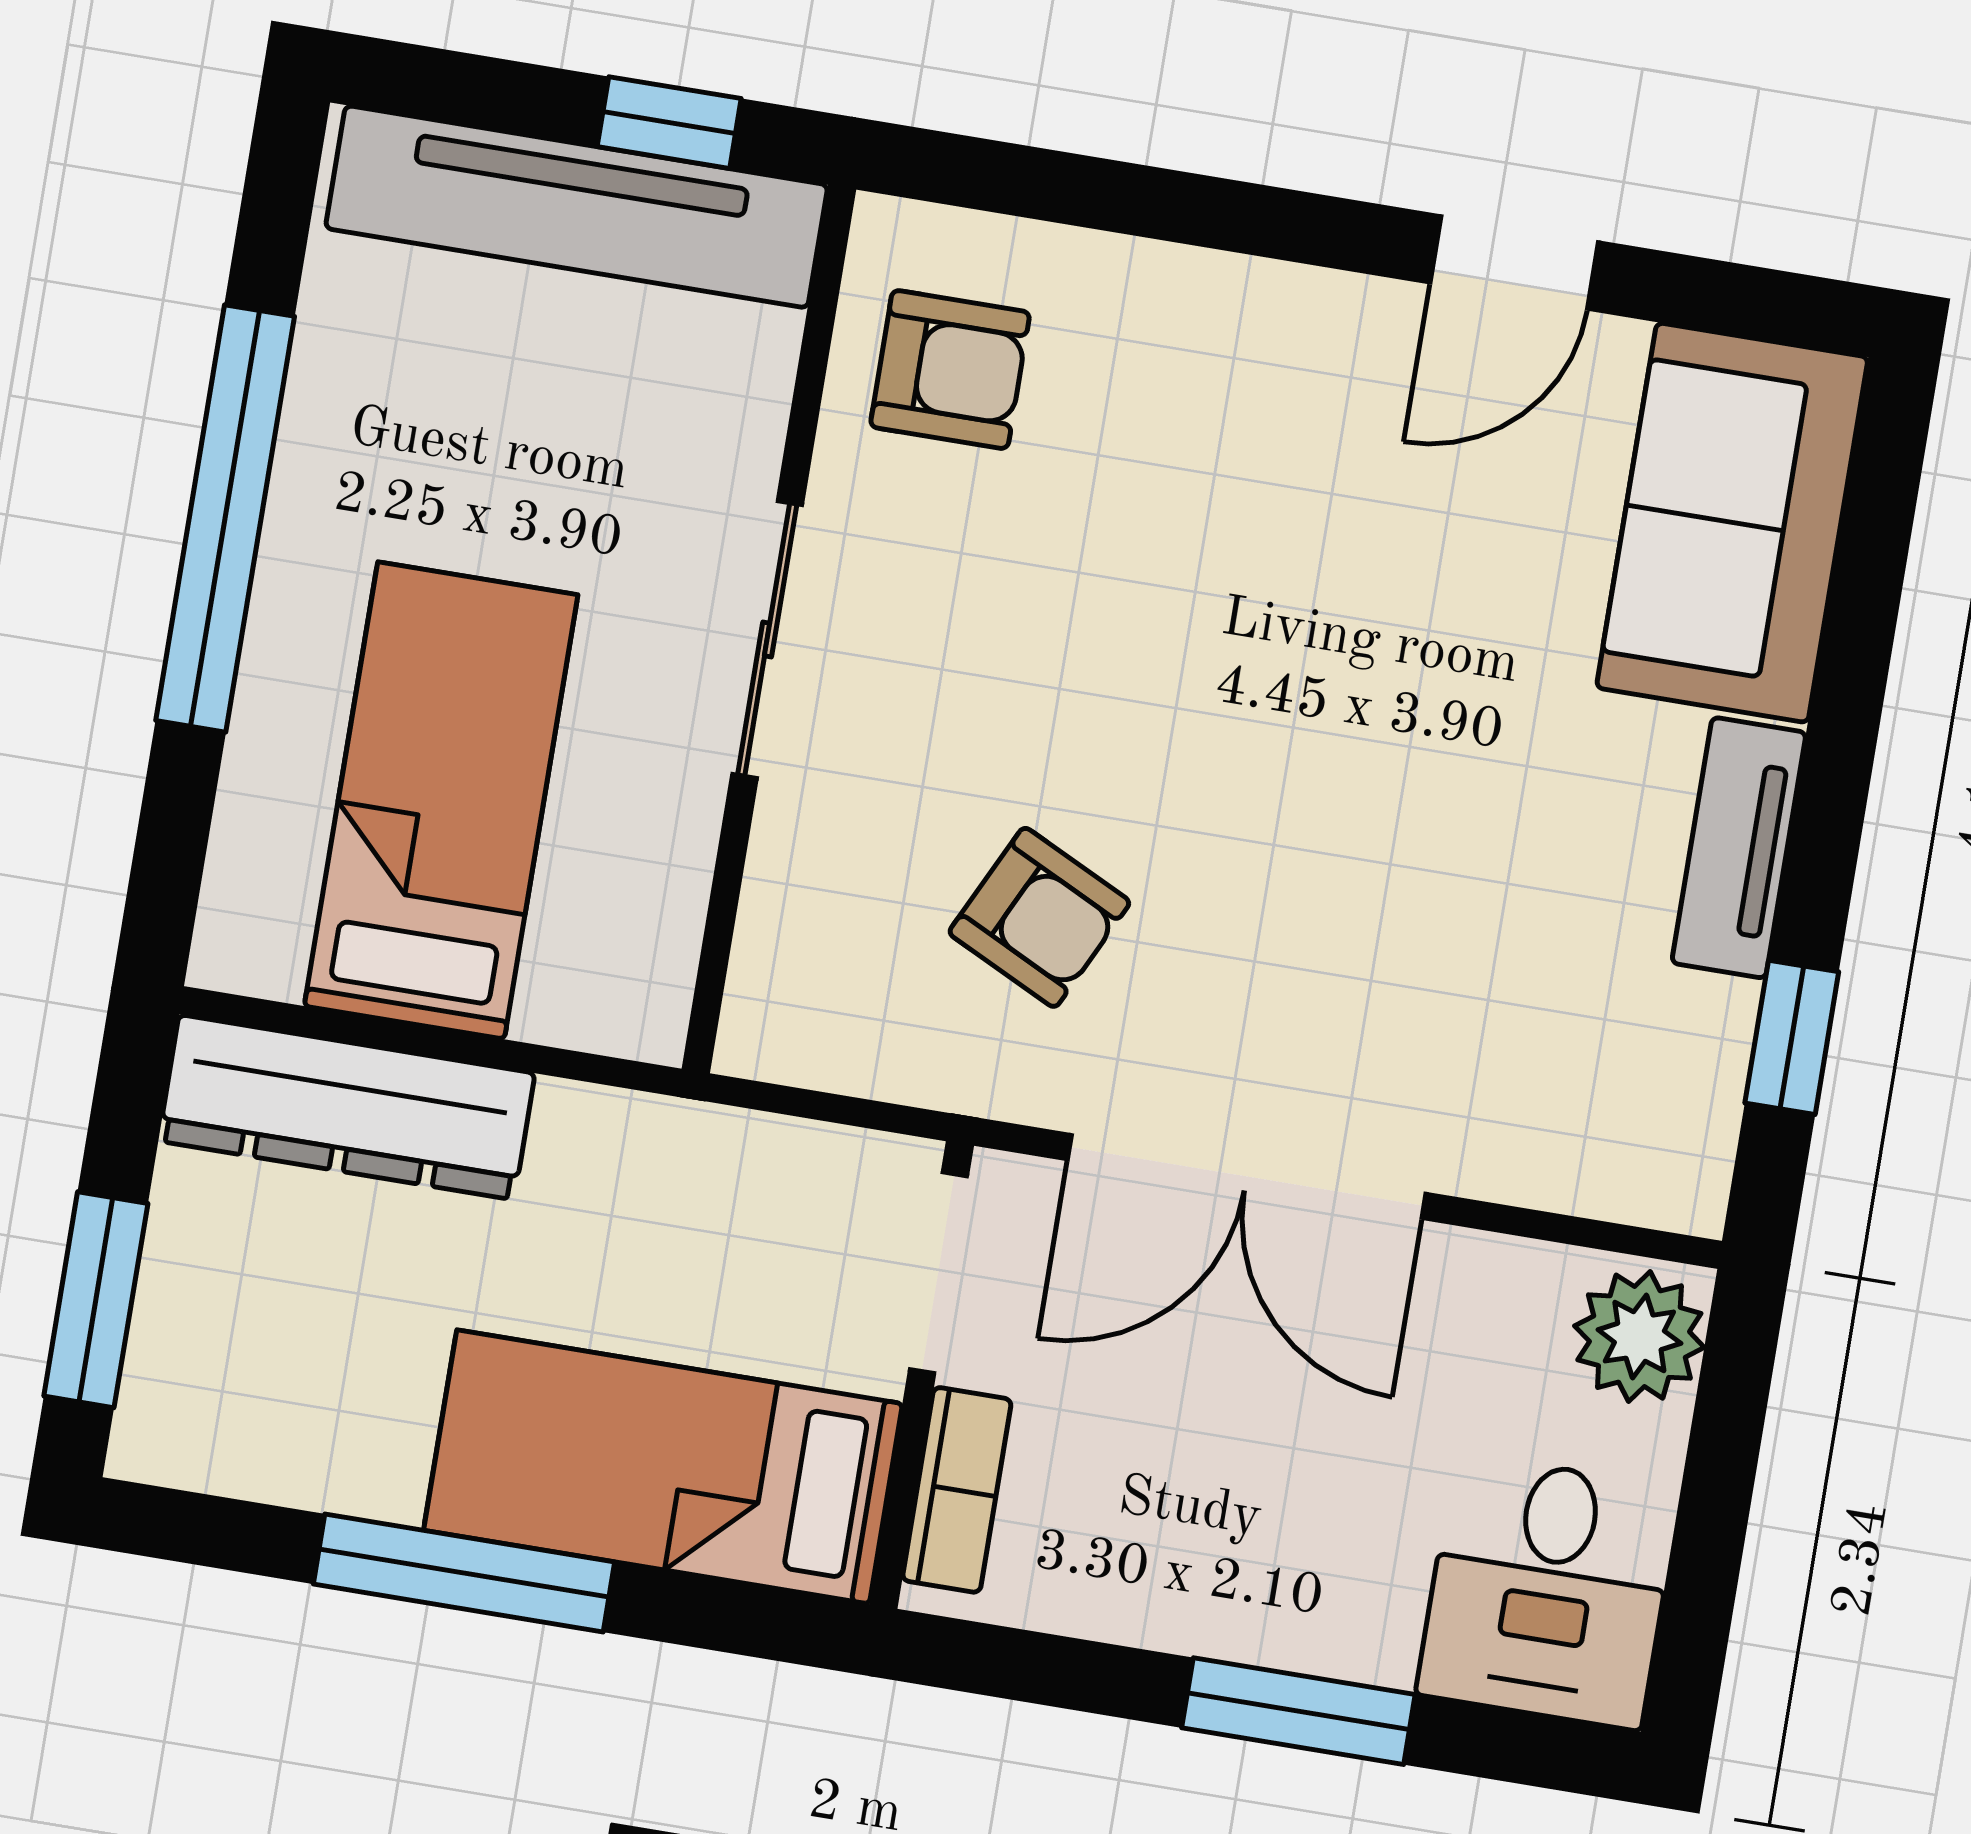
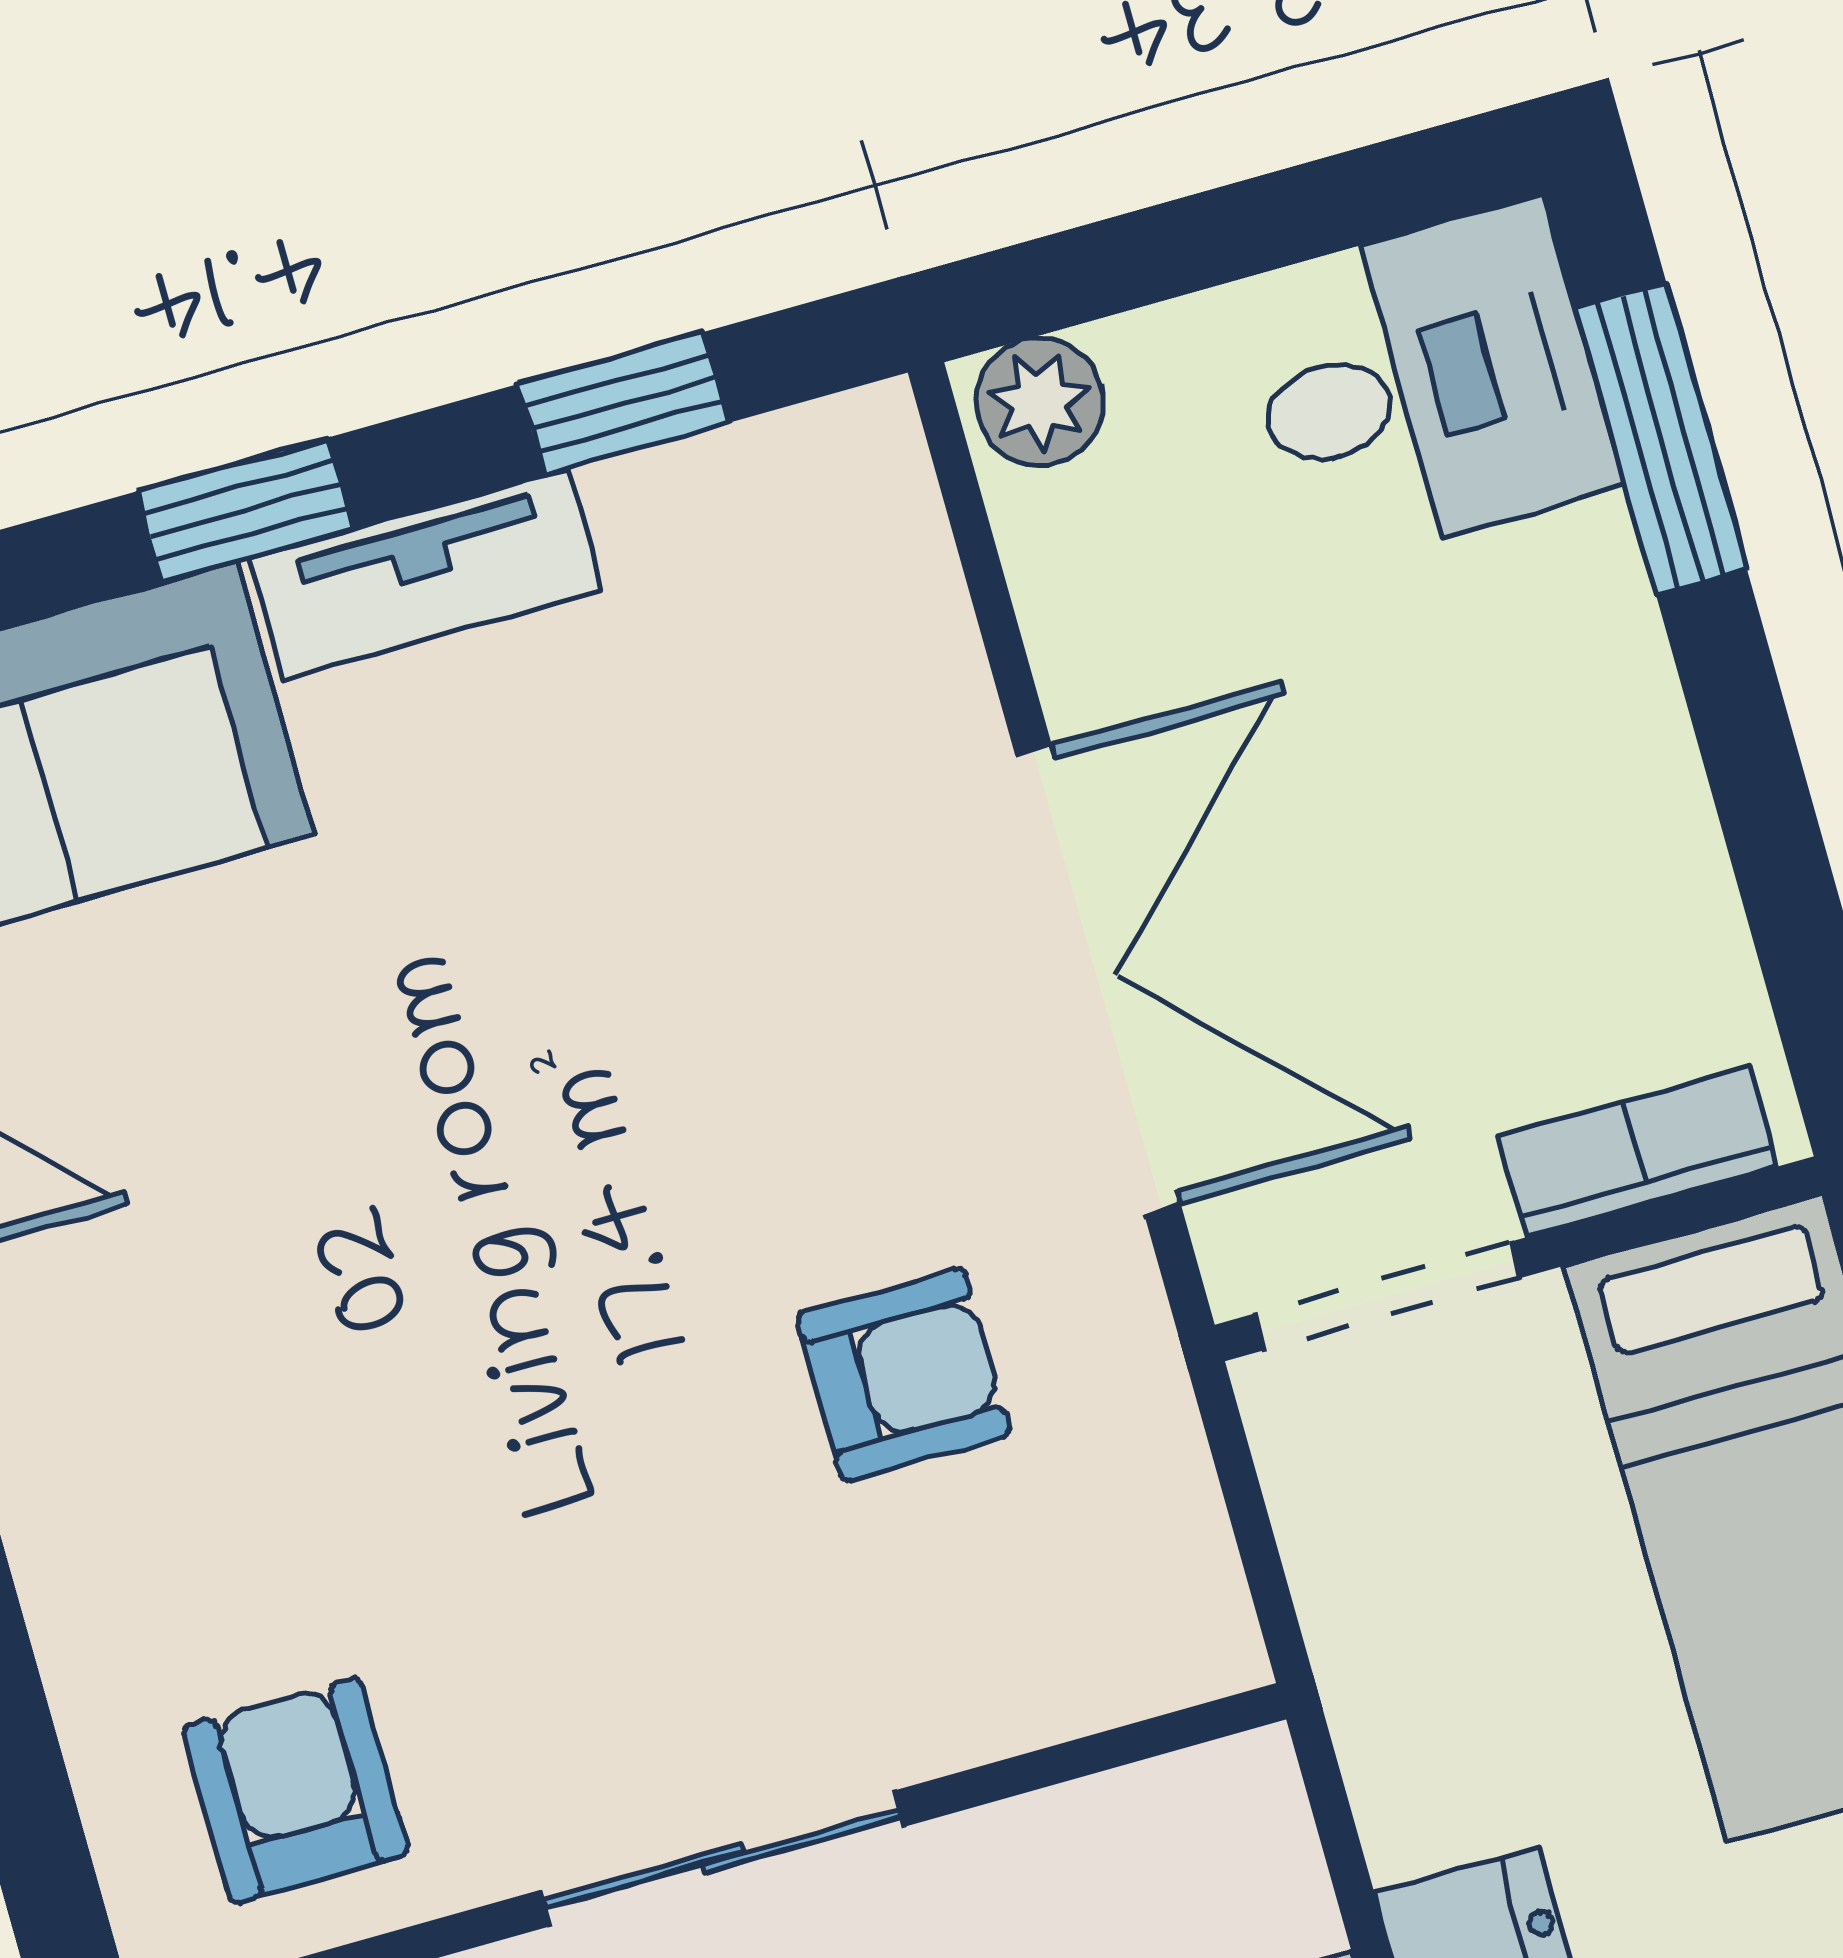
window: (1840, 745) -> (246, 510), added
armchair: (1039, 917) -> (903, 1375), turned 64
plant: (1639, 1337) -> (1040, 402), width x0.73, depth x0.73
window: (1298, 1711) -> (1661, 439), moved

